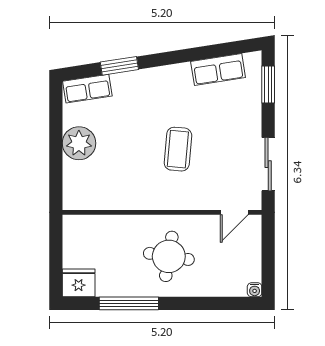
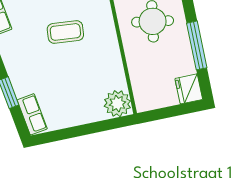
plant: (79, 143) -> (117, 104), moved

